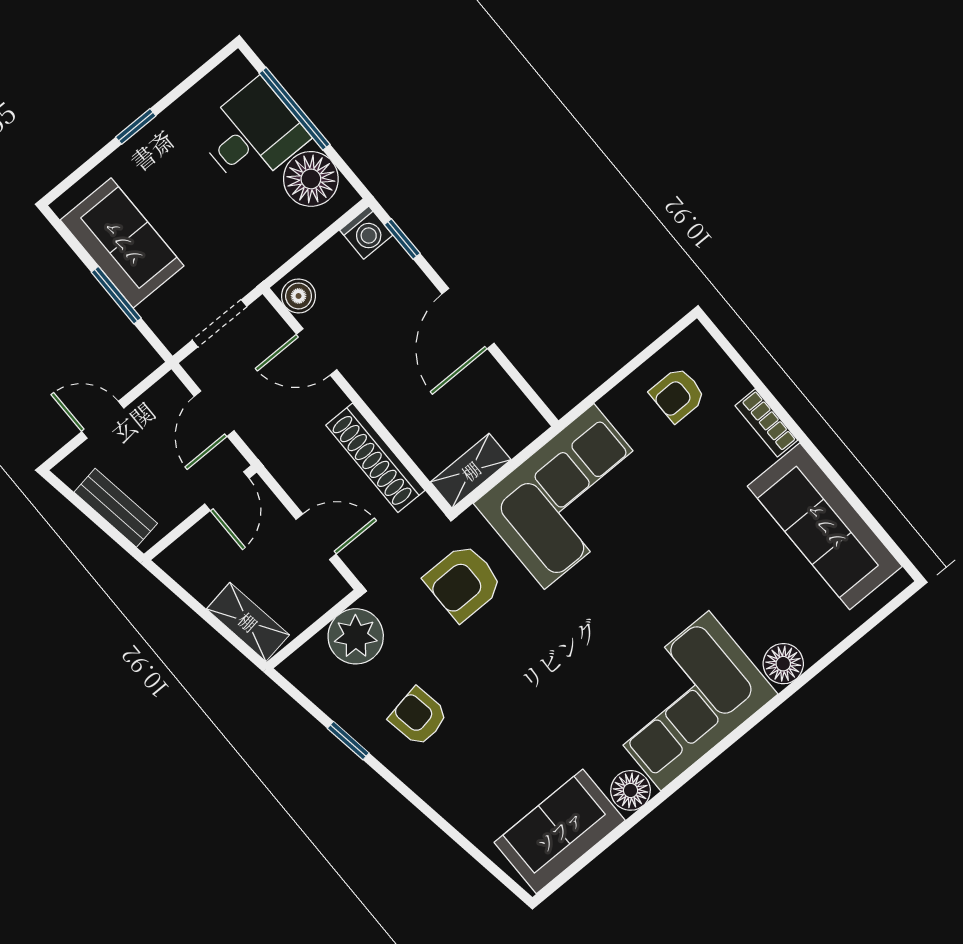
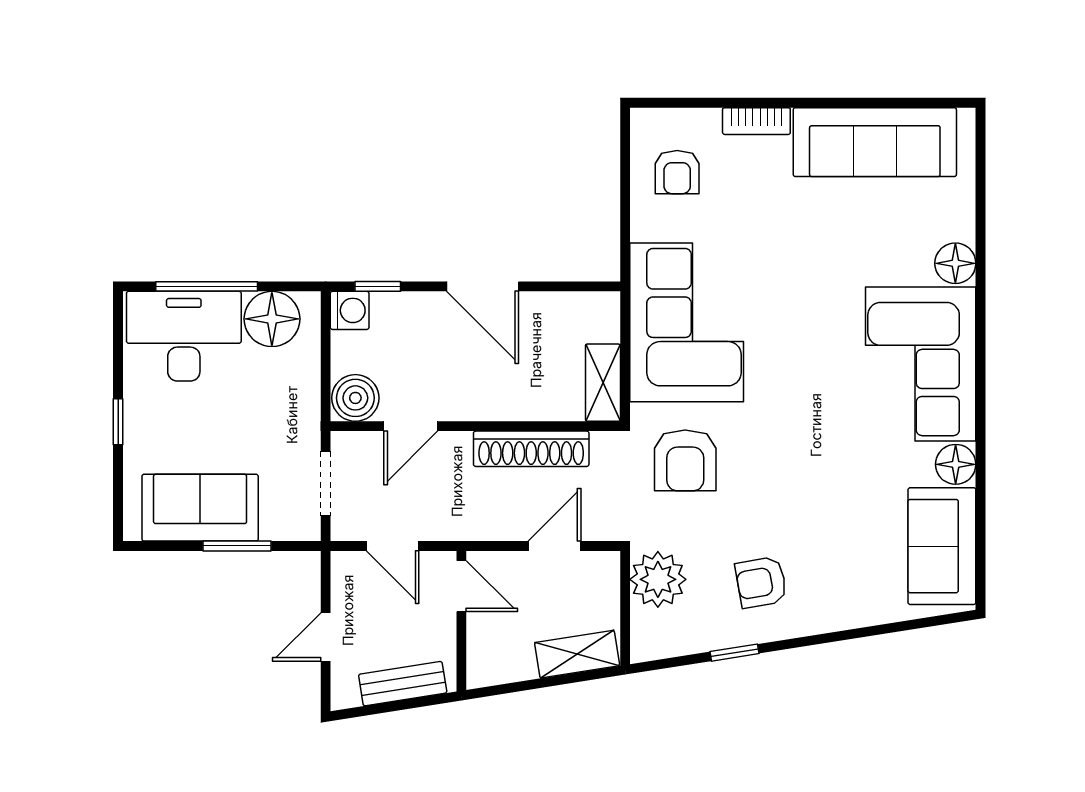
desk: (252, 134) -> (184, 336), width x1.37
boiler: (299, 296) -> (355, 398), width x1.36, depth x1.36

